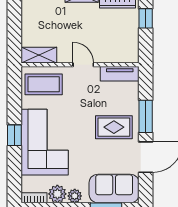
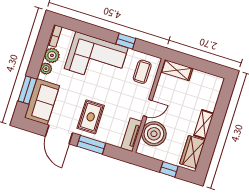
boiler: (110, 48) -> (154, 134), added
shelving: (39, 55) -> (177, 70), moved, turned 90
coffee table: (44, 84) -> (142, 72), width x0.73, depth x0.77
window: (14, 135) -> (126, 41), moved

